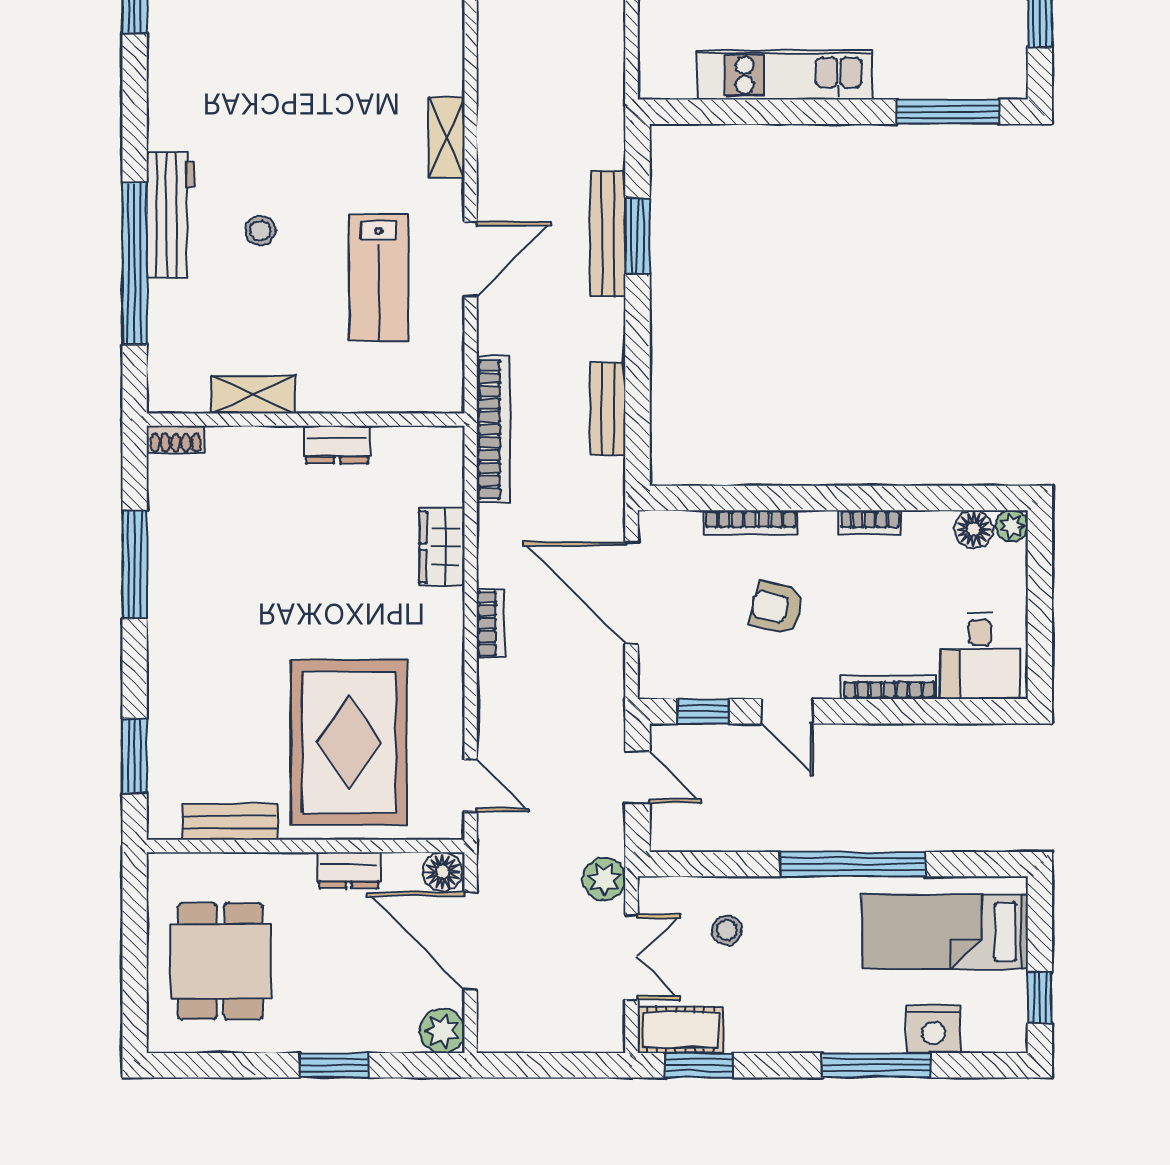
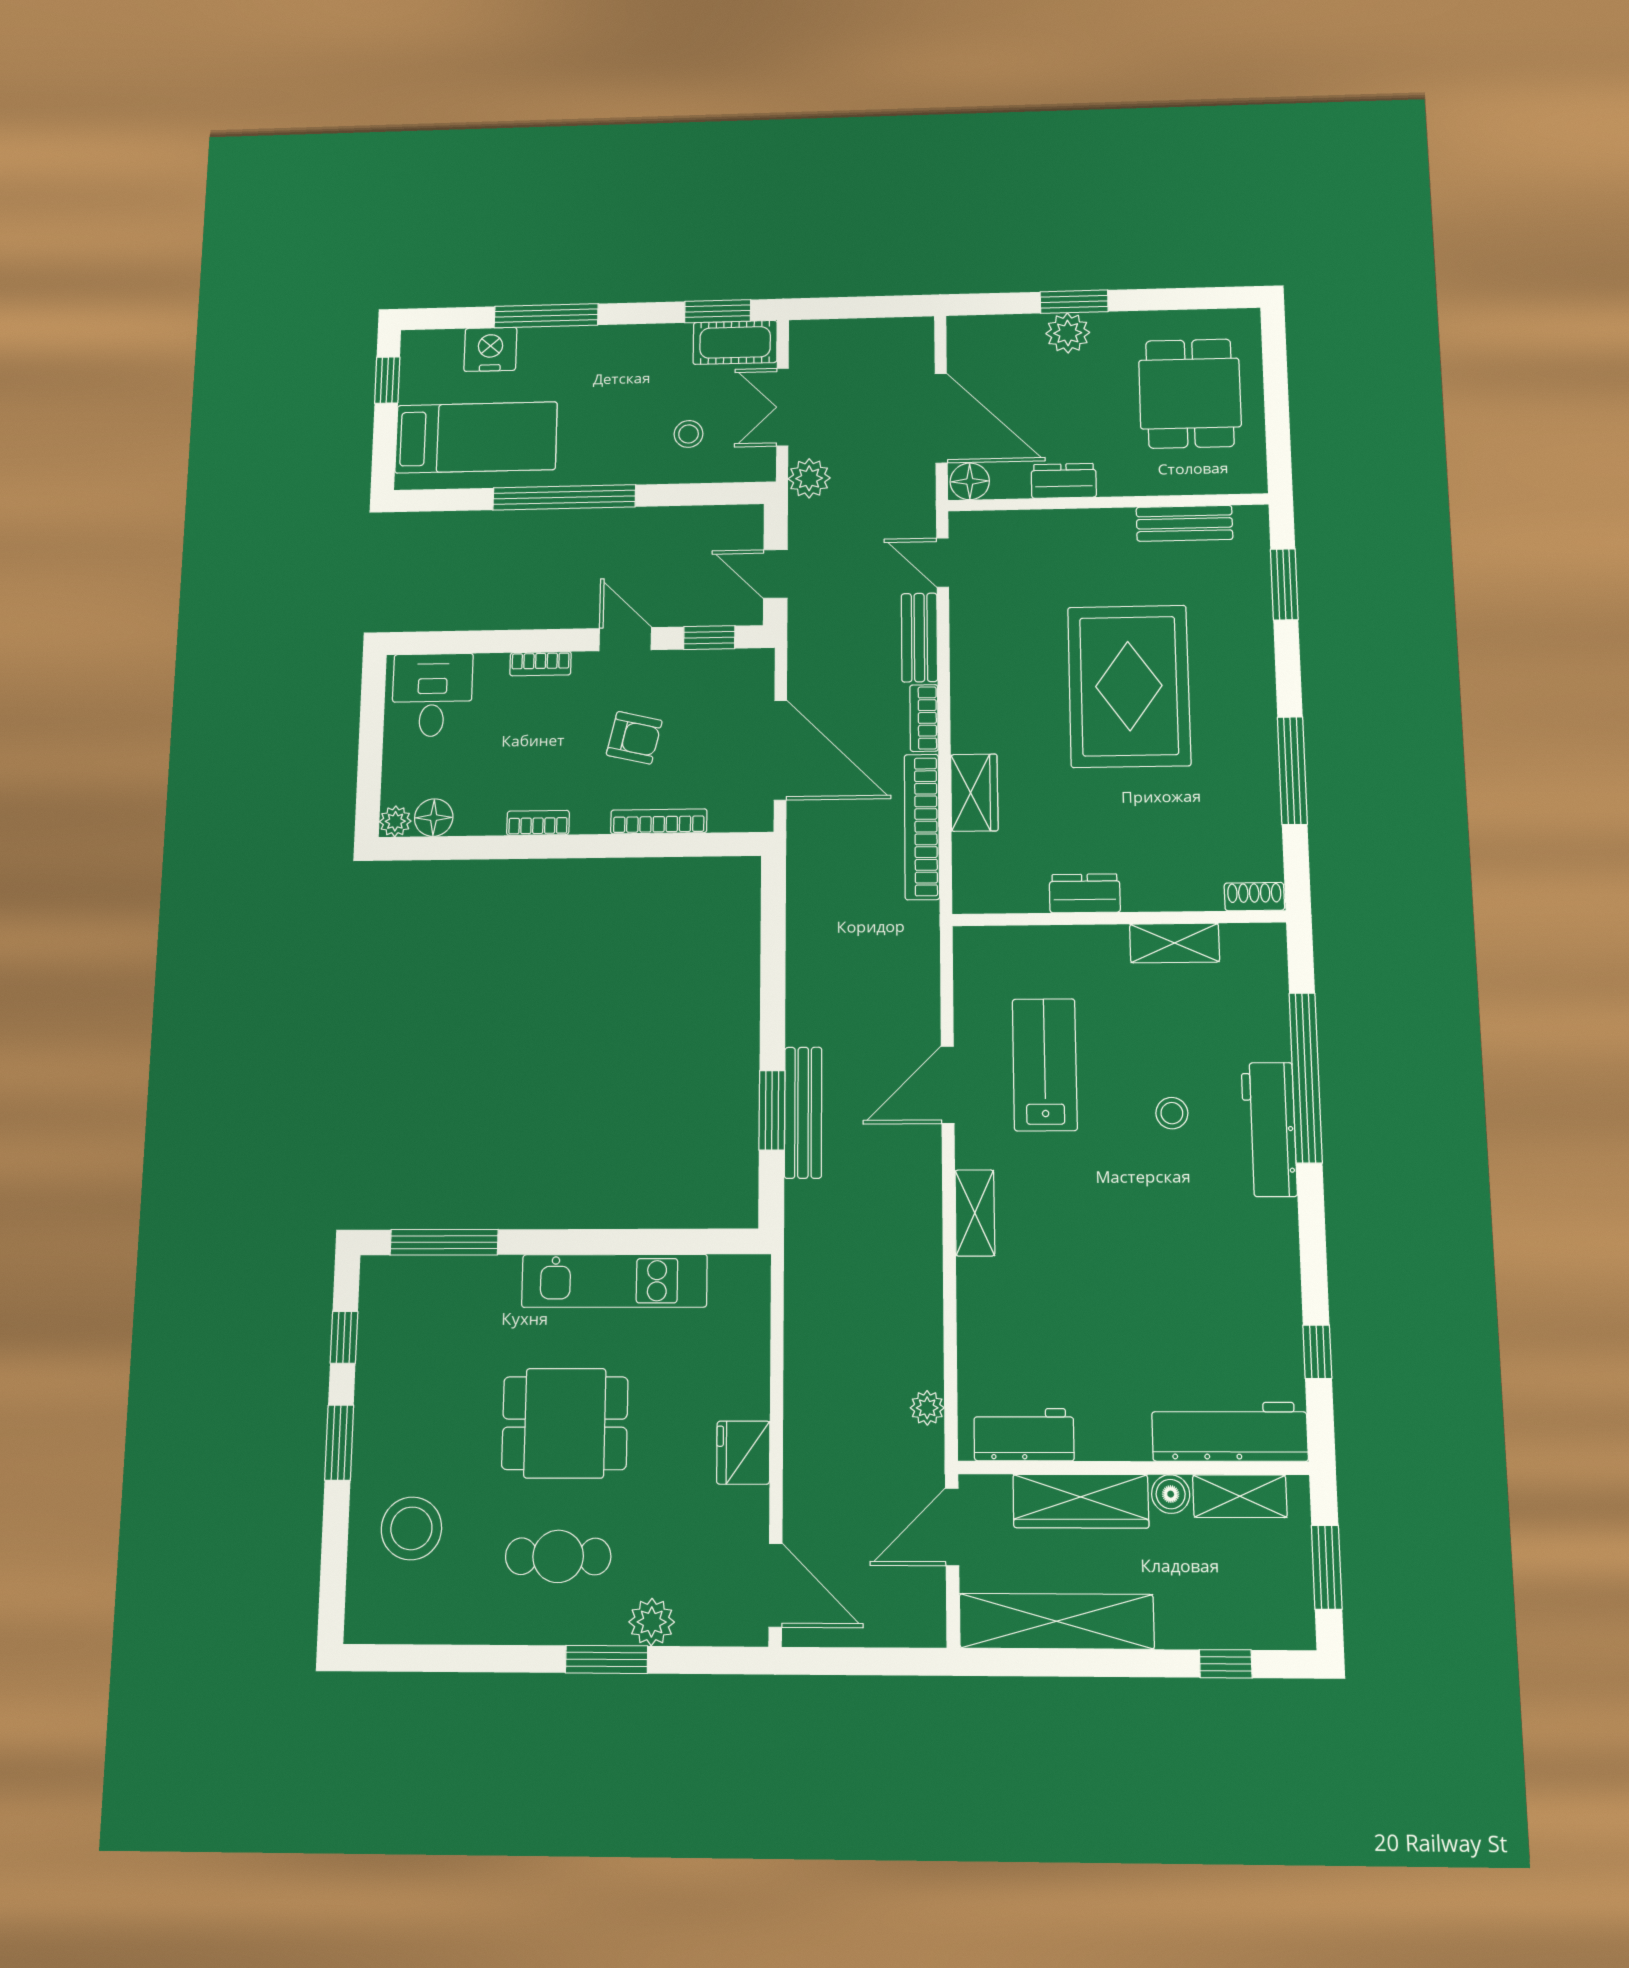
bench: (608, 409) -> (919, 637), moved
bookcase: (493, 430) -> (922, 827), moved
bookcase: (889, 687) -> (541, 664), width x0.64
rug: (349, 742) -> (1129, 686), moved
plant: (442, 1031) -> (1068, 333), moved

